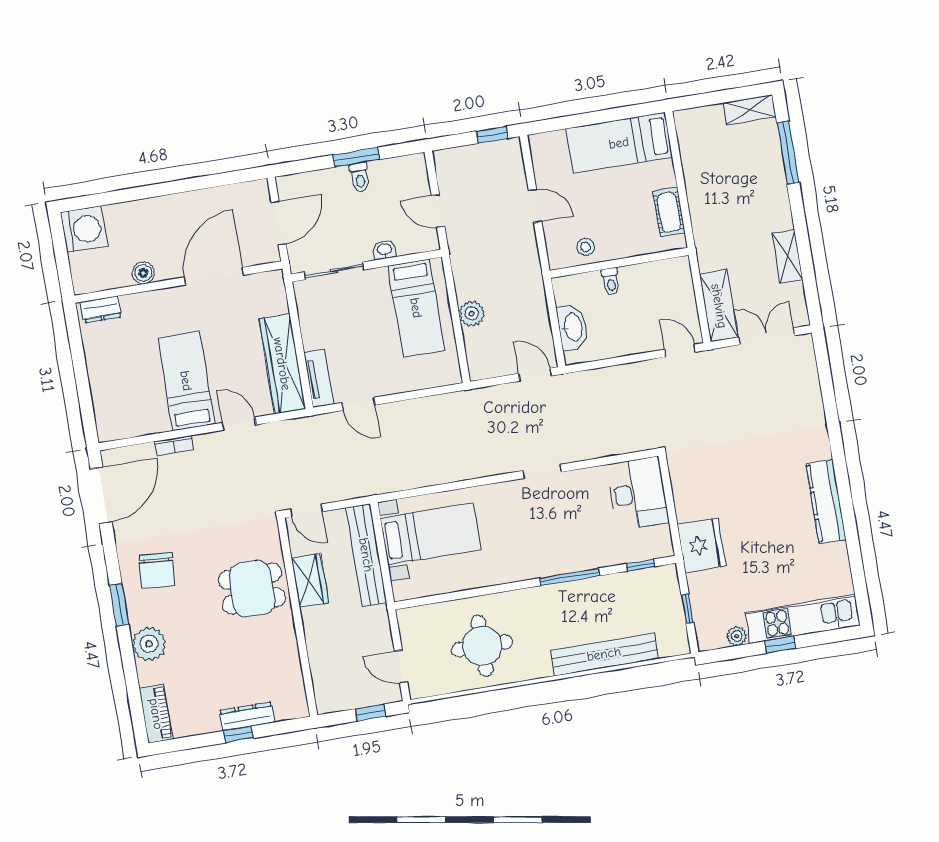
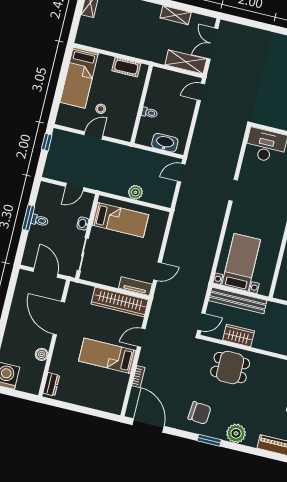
stool: (586, 247) -> (101, 109), moved
dining table: (252, 589) -> (230, 368), turned 90

